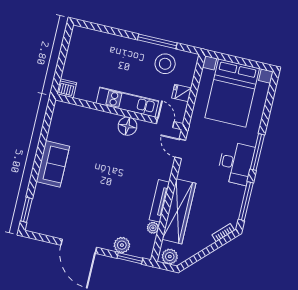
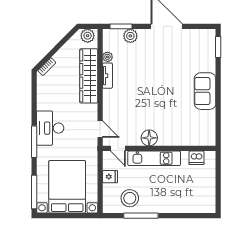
dishwasher: (67, 88) -> (196, 158), moved
tv unit: (159, 201) -> (107, 76), width x0.71
window: (246, 201) -> (34, 192), moved

